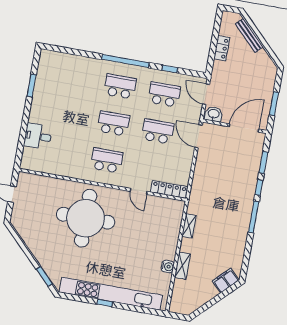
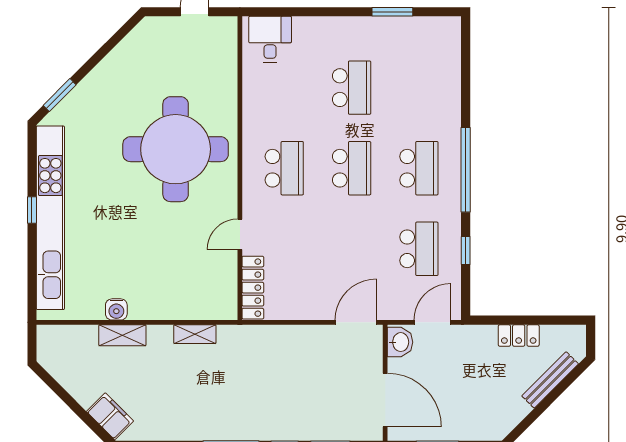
school desk: (158, 131) -> (352, 88), moved
desk: (38, 136) -> (270, 39), moved

